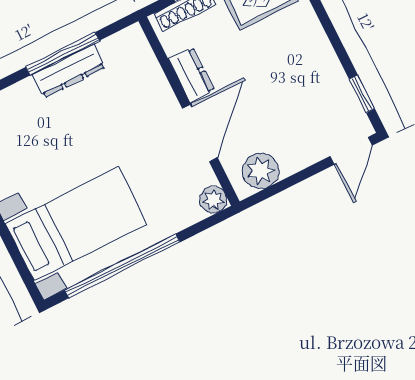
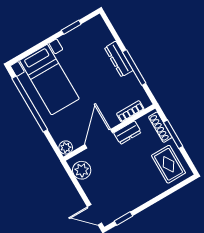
bookcase: (150, 67) -> (130, 111), added
dresser: (69, 71) -> (119, 59), moved
door: (200, 133) -> (99, 139), swing flipped

